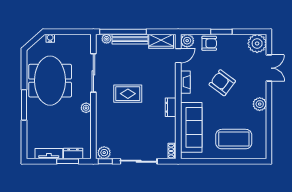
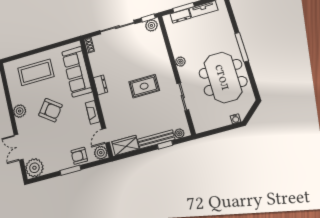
window: (123, 32) -> (165, 145), width x0.32
sliding door: (93, 73) -> (183, 97), width x0.73
armchair: (222, 83) -> (50, 110), moved

